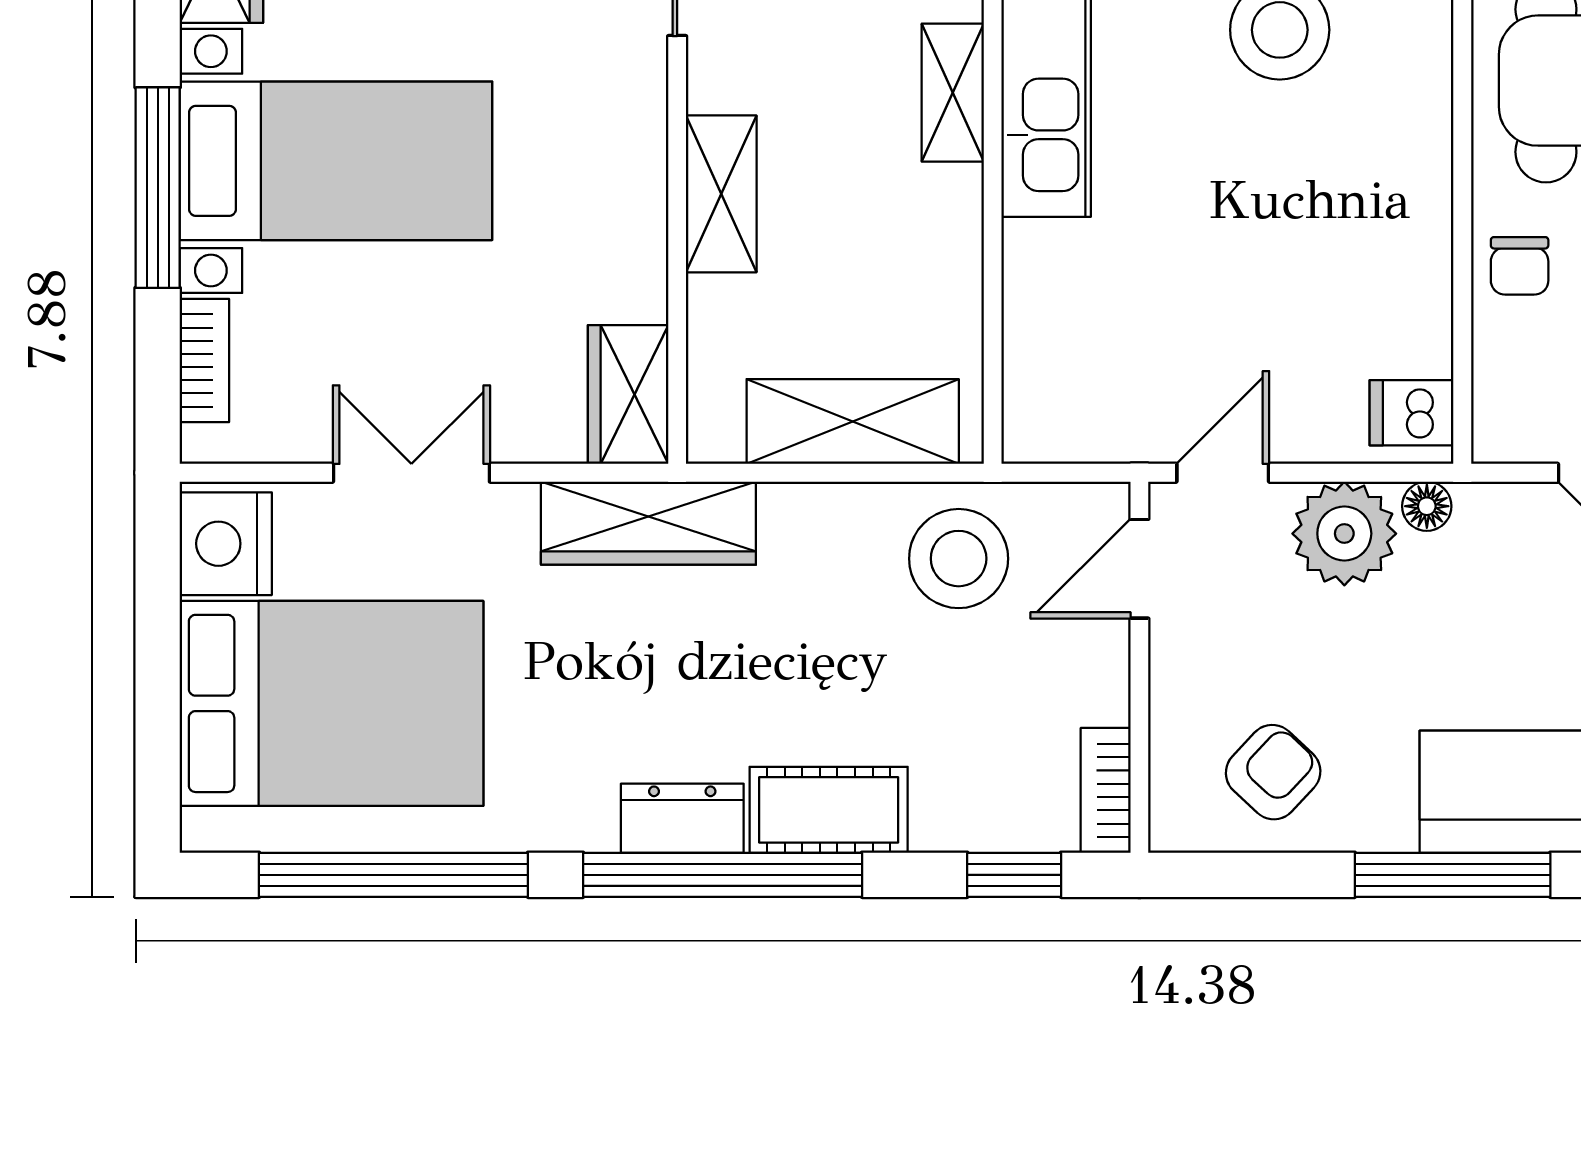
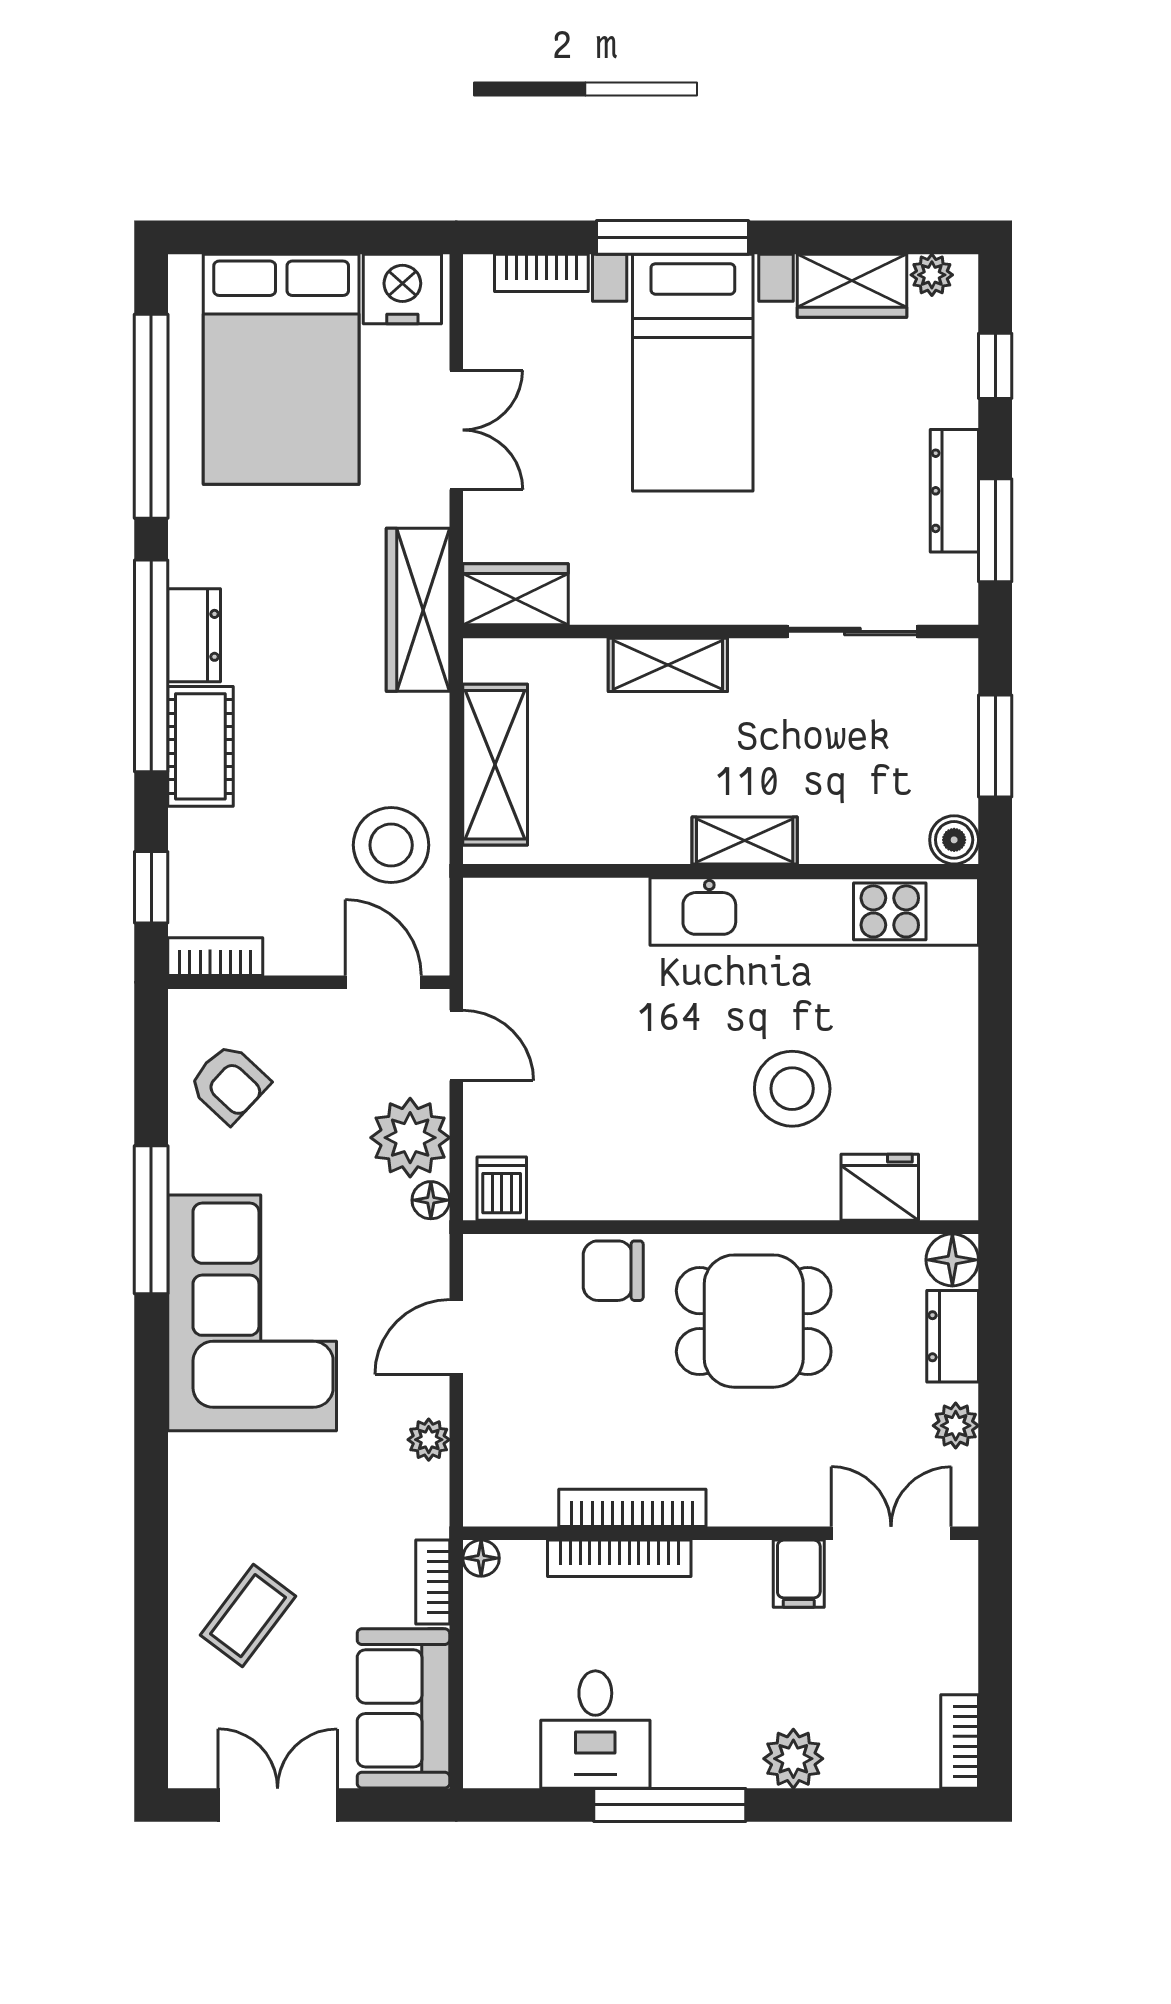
chair: (1520, 266) -> (613, 1271), width x1.37, depth x1.37

